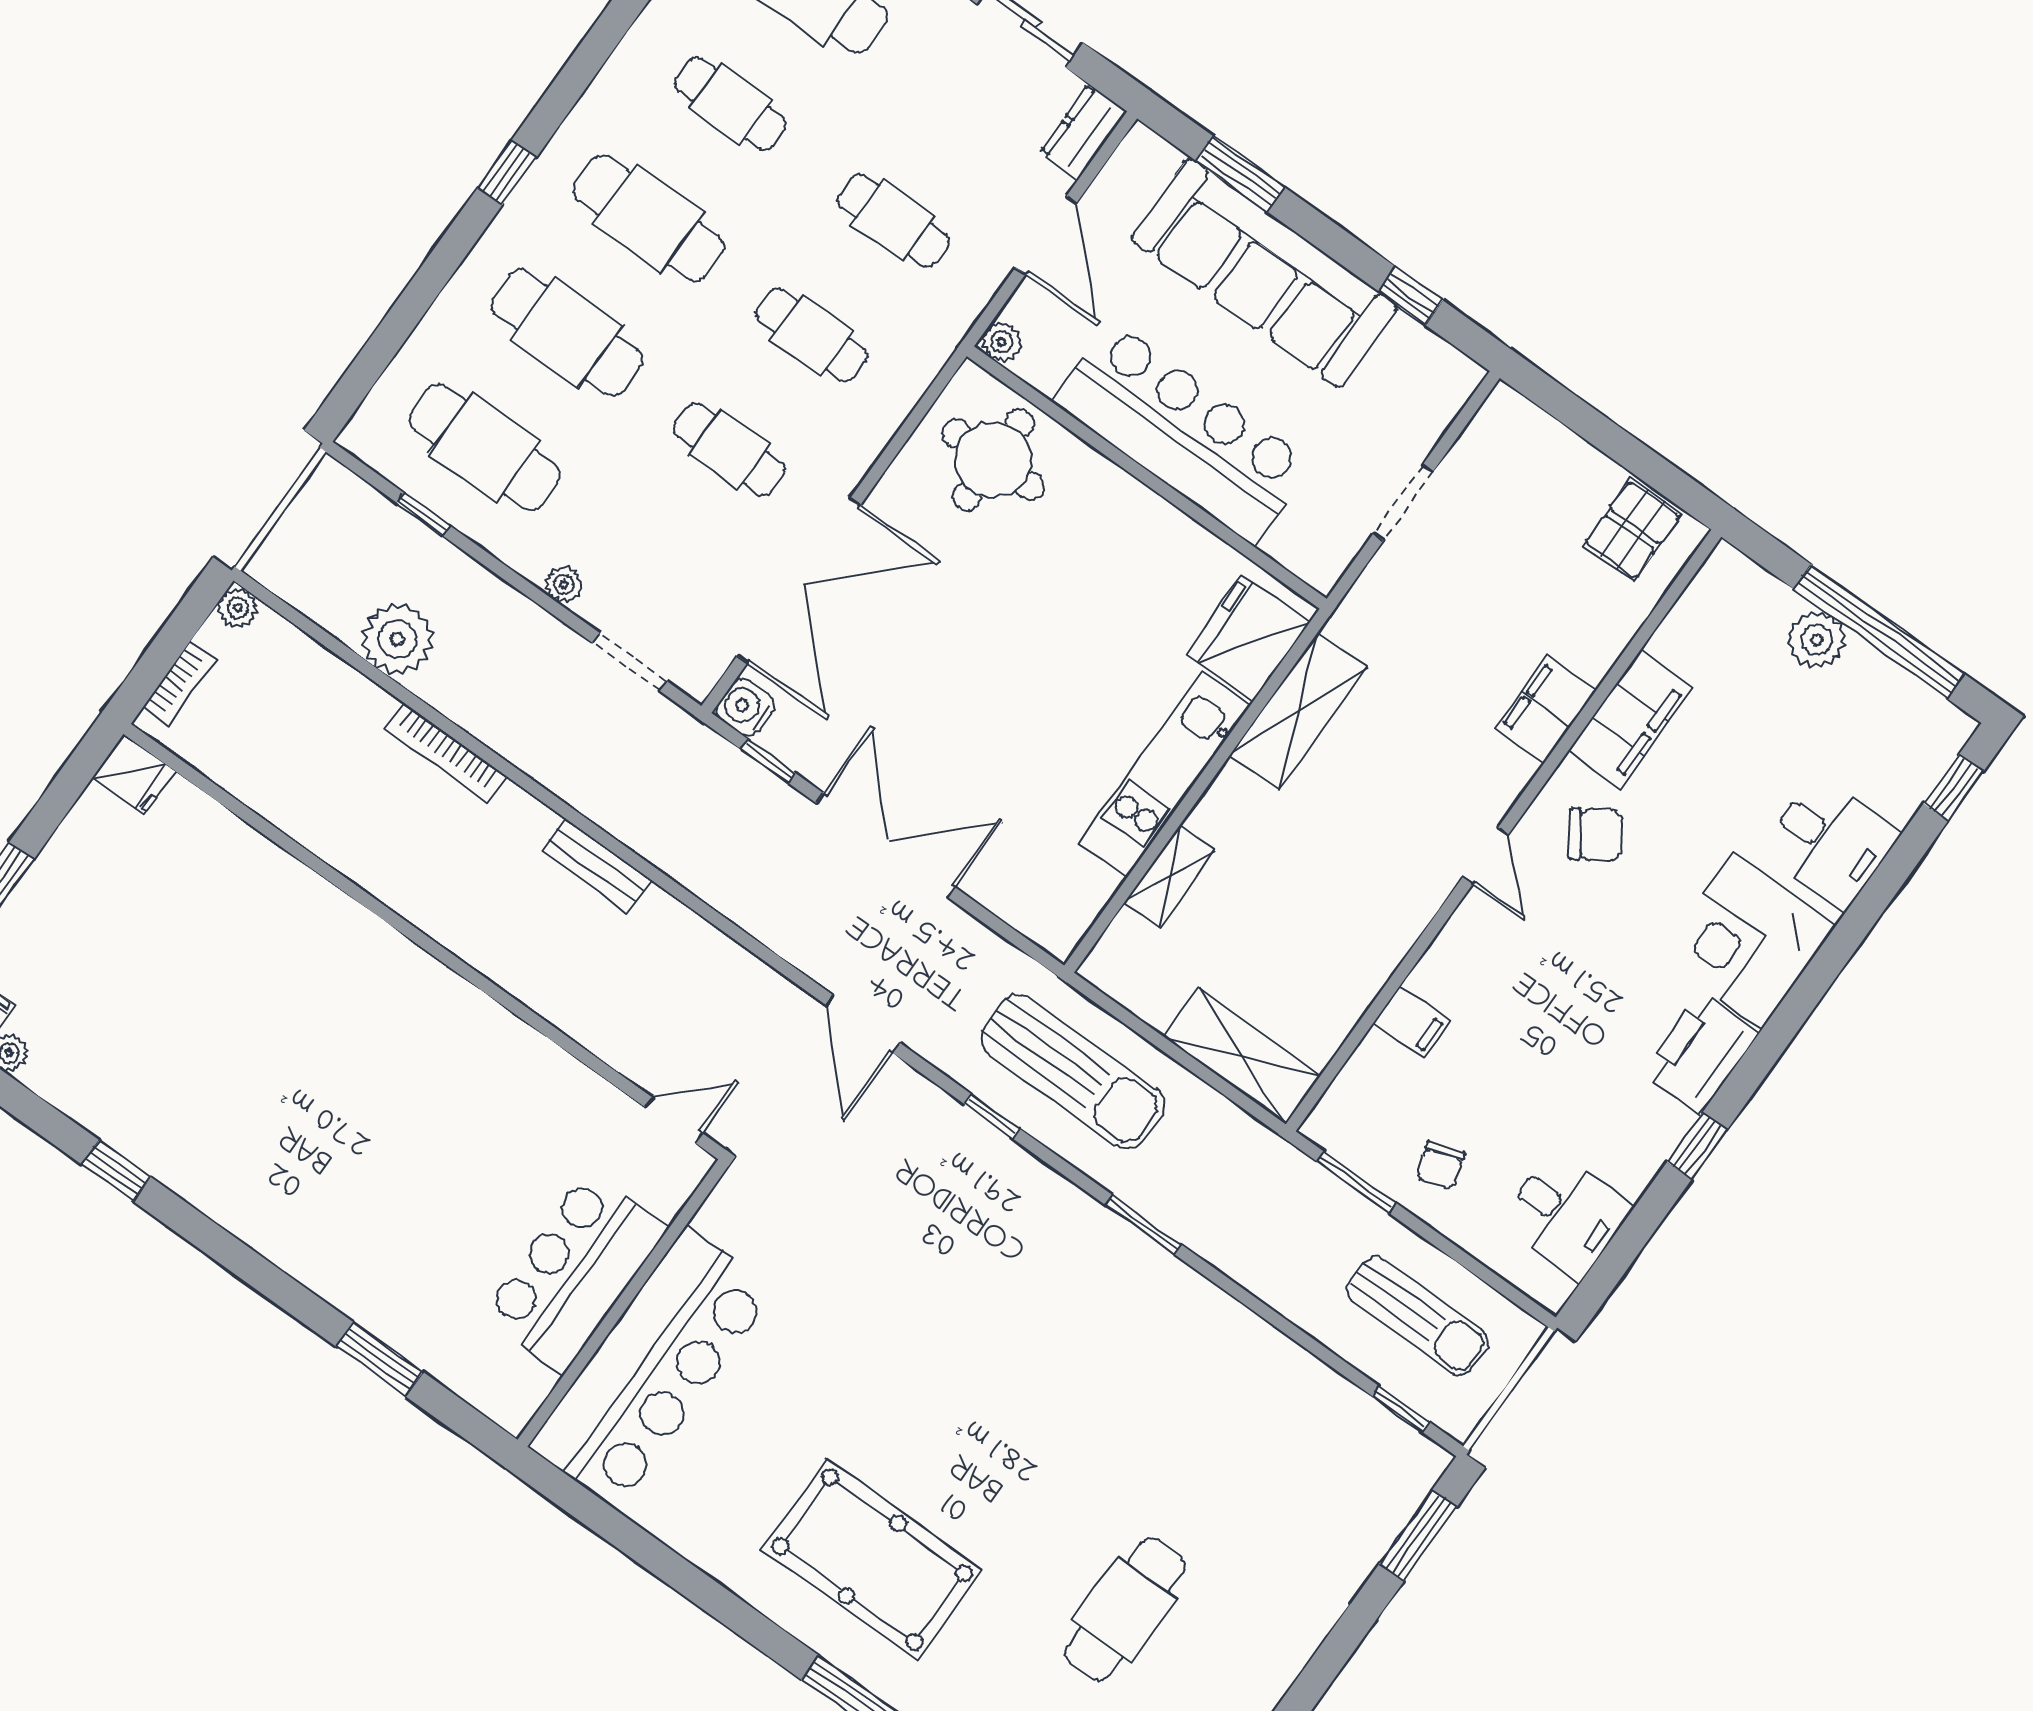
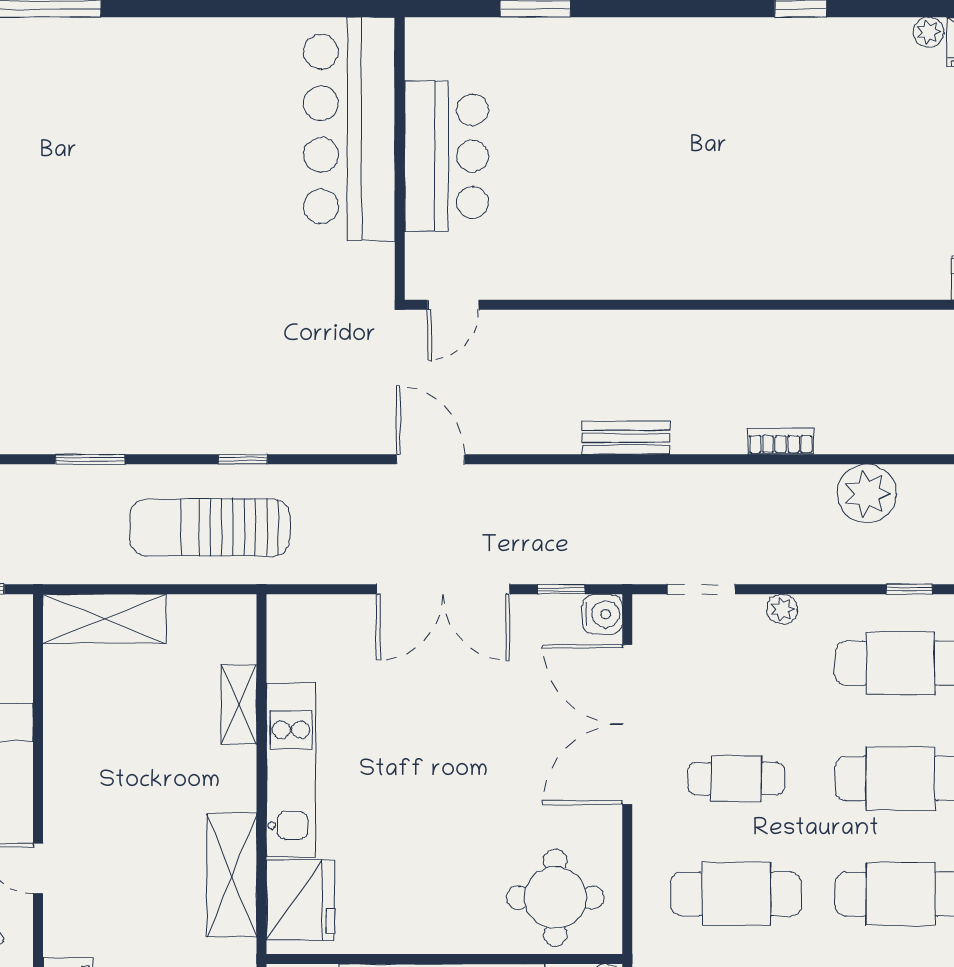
cafe table: (811, 335) -> (736, 894), width x1.37, depth x1.35
bookcase: (446, 752) -> (781, 441), width x0.64
door: (863, 1024) -> (430, 459), moved
pool table: (872, 1560) -> (111, 106), removed

